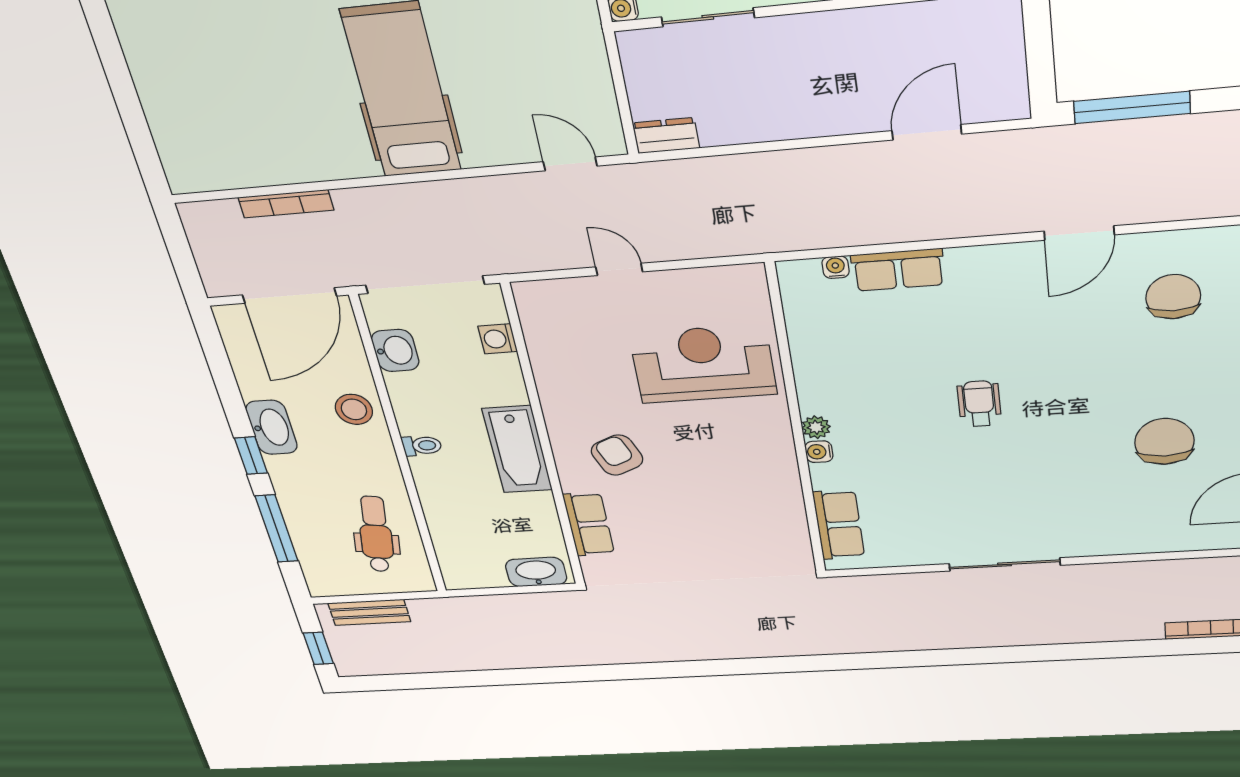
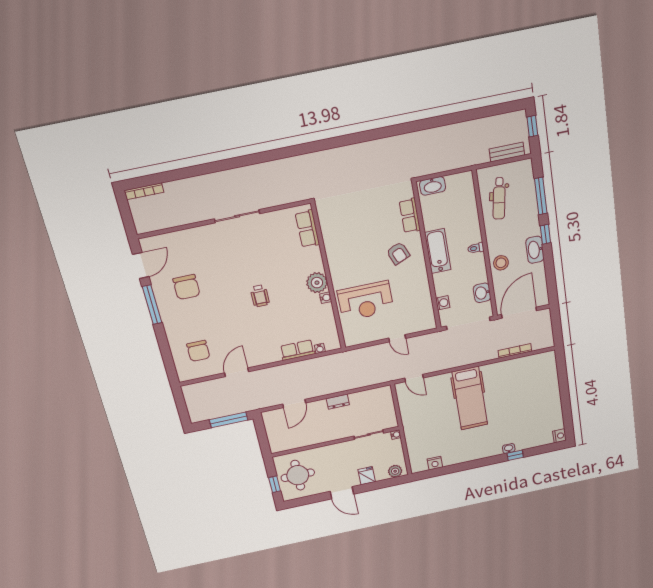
dresser: (666, 136) -> (338, 402), moved
plant: (816, 427) -> (317, 283), width x1.88, depth x1.88
water cooler: (819, 452) -> (326, 298), moved

